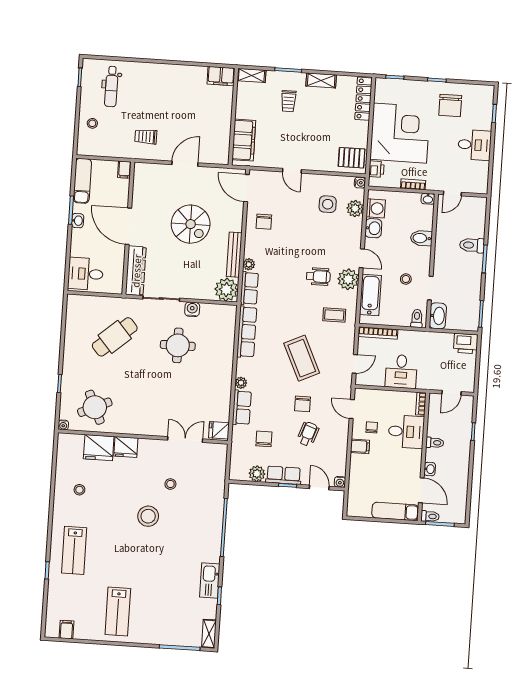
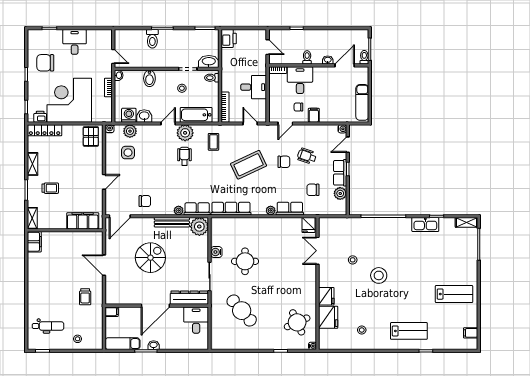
chair: (450, 105) -> (45, 63), turned 180
printer: (376, 169) -> (40, 117), moved
desk: (85, 274) -> (196, 320), moved, turned 180
exam couch: (395, 511) -> (362, 102), moved

